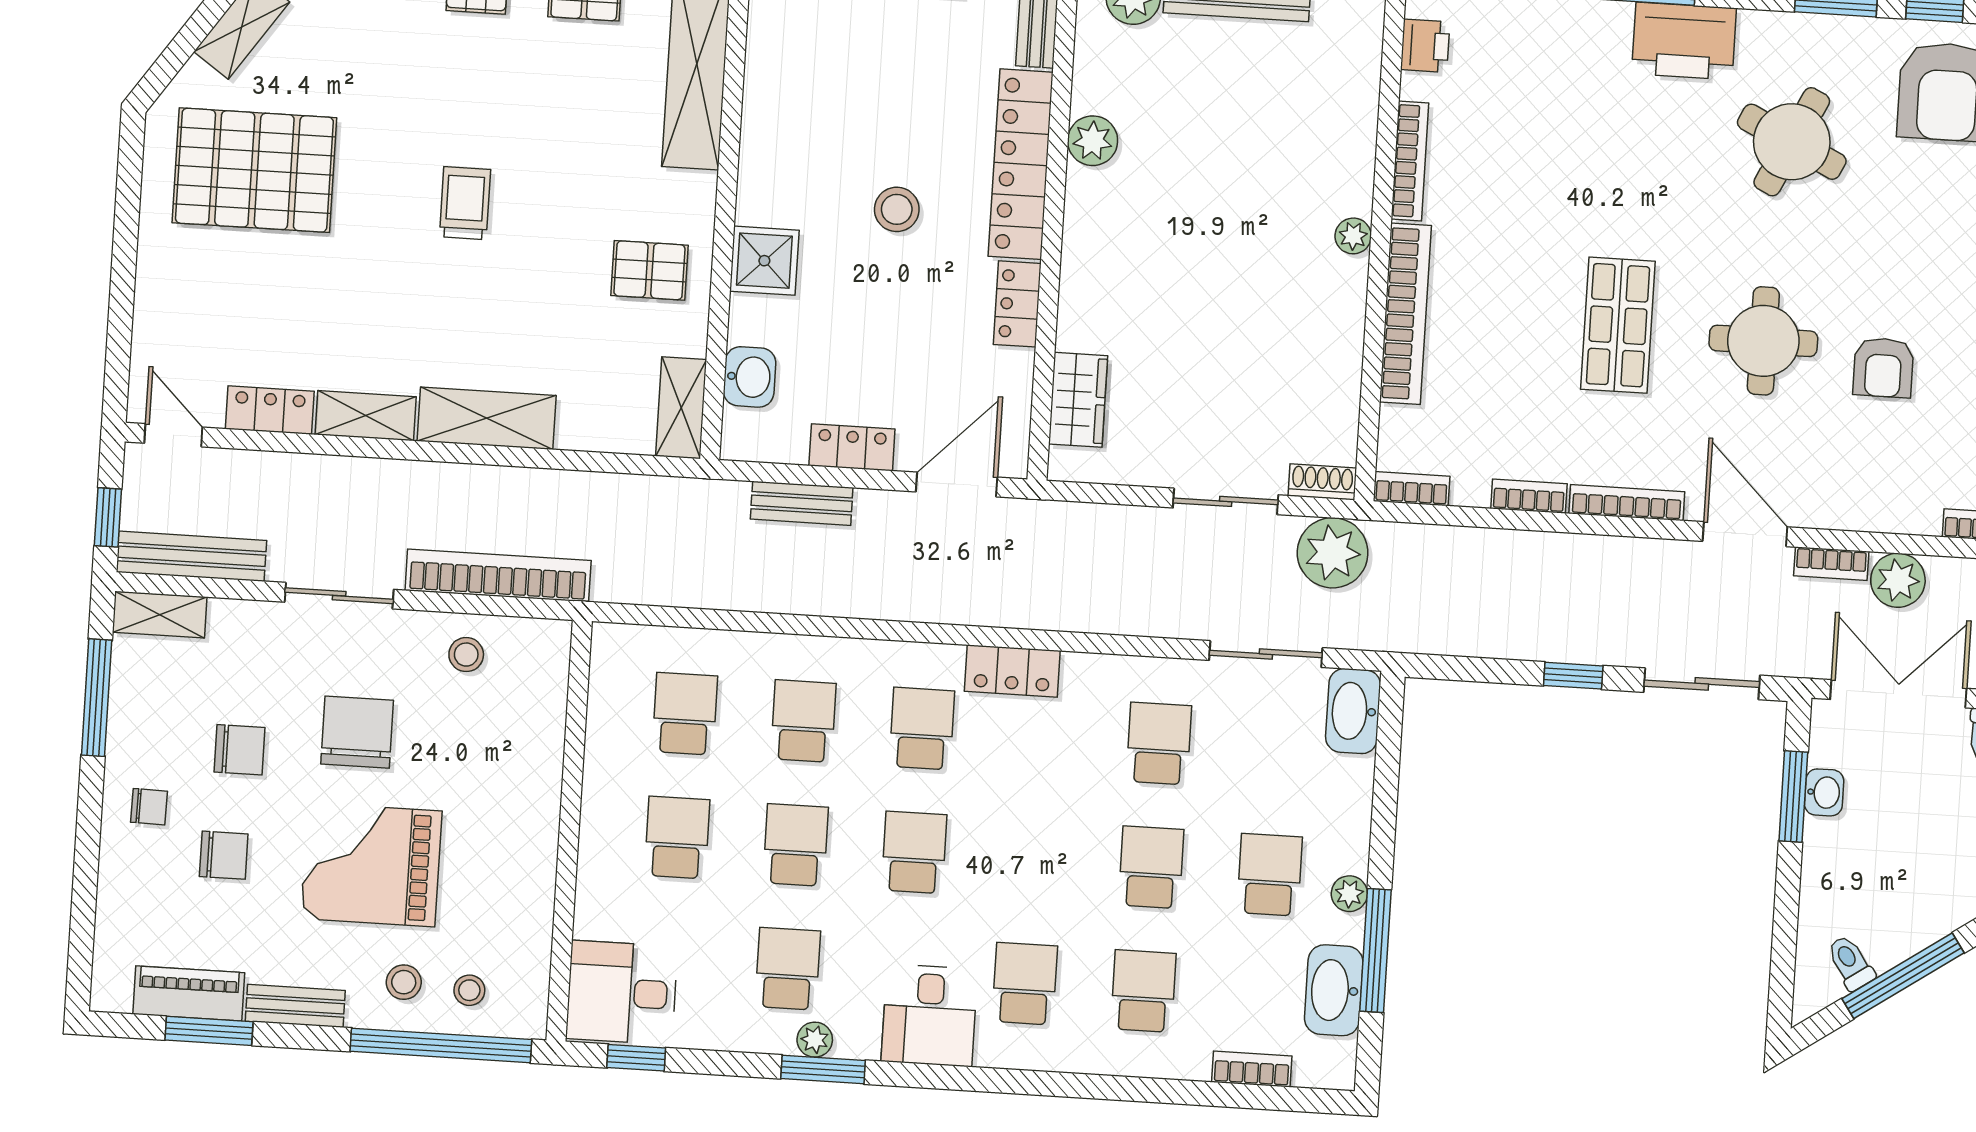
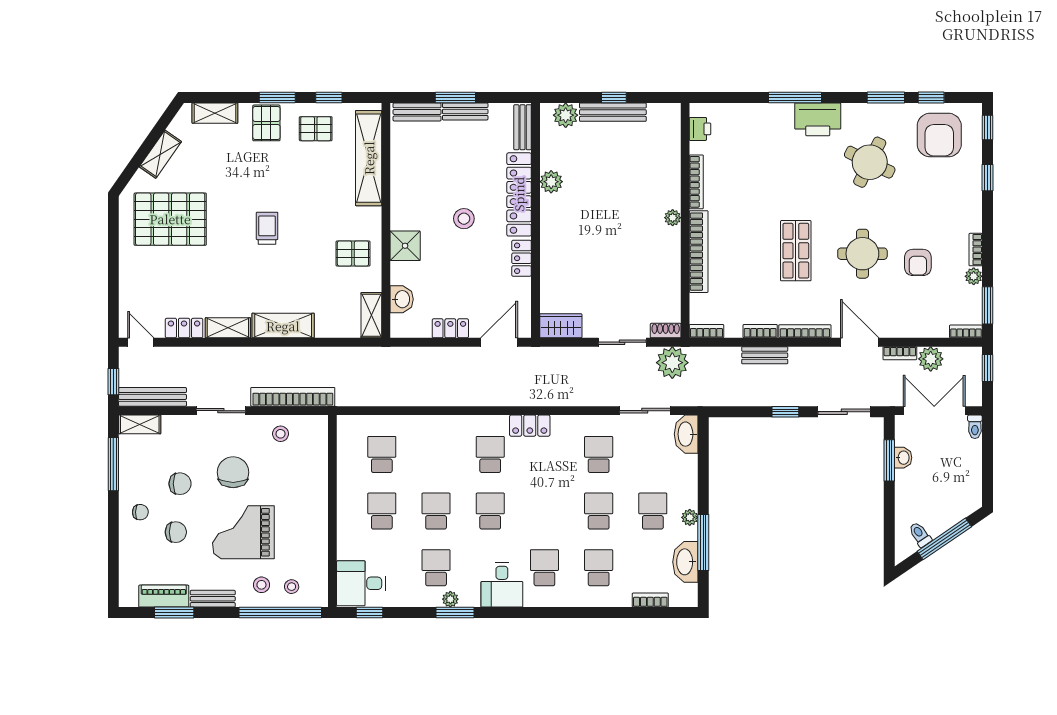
wardrobe: (1078, 400) -> (561, 326), moved, turned -90
bench: (802, 503) -> (765, 355), moved
school desk: (803, 721) -> (436, 454), removed

